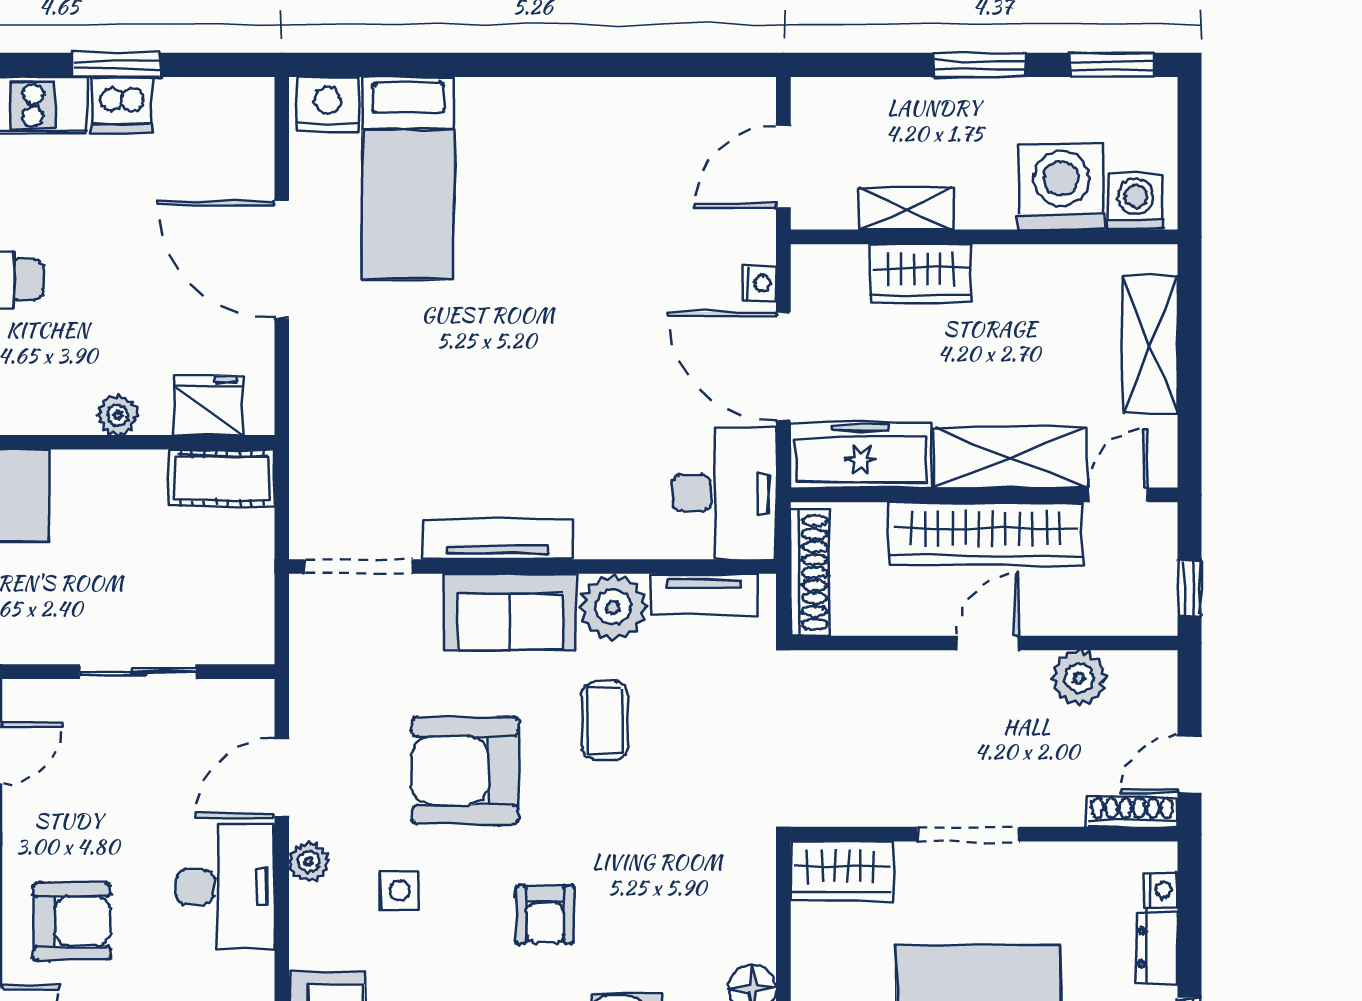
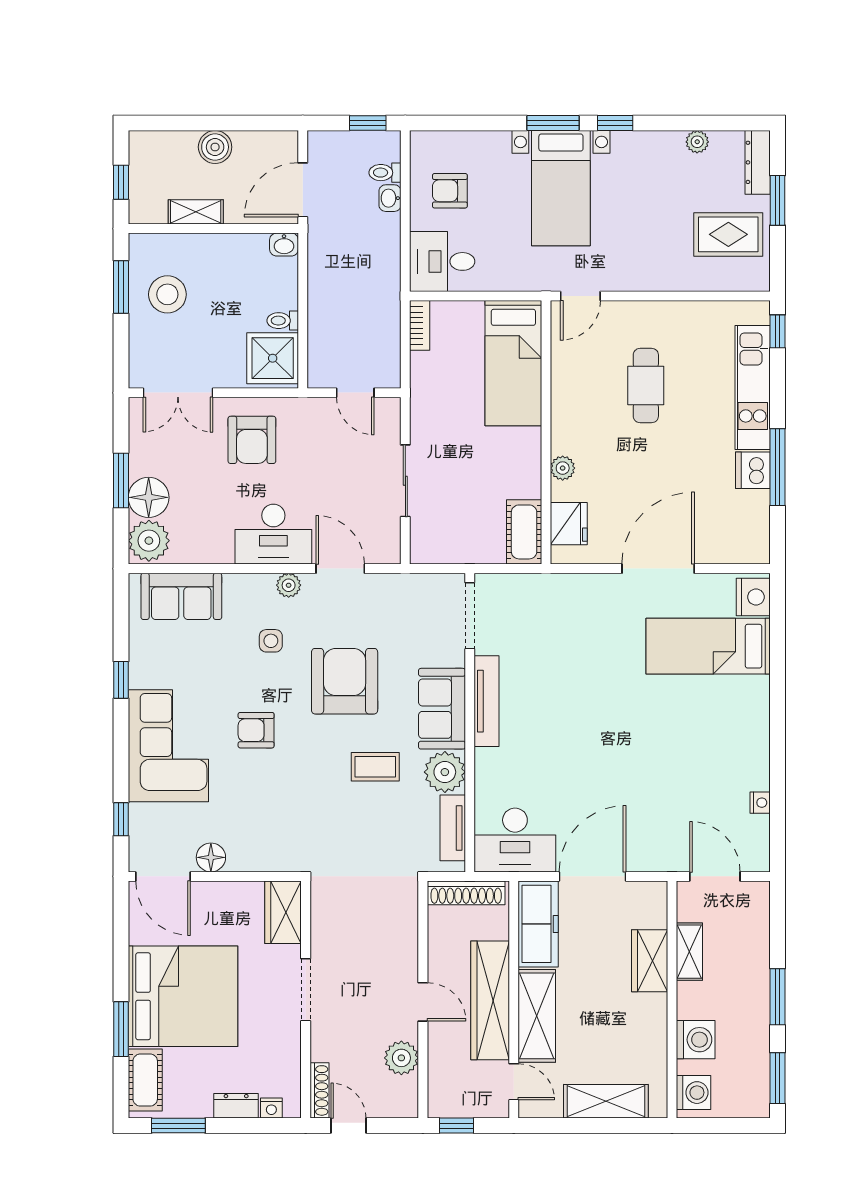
window: (116, 65) -> (778, 467), width x1.44
washing machine: (1061, 187) -> (696, 1040), width x0.73, depth x0.73
nightstand: (760, 283) -> (760, 803), moved, turned -90

